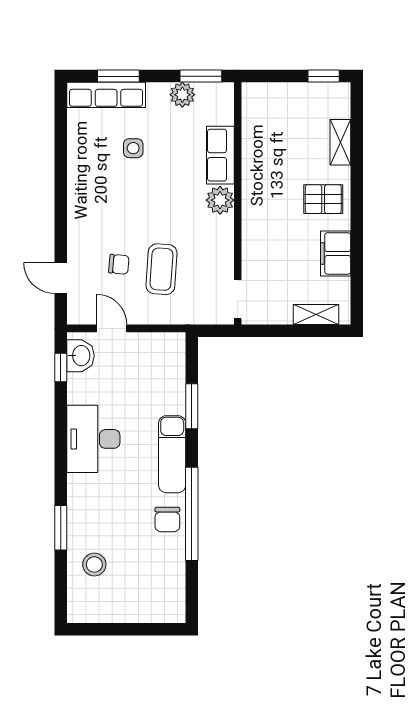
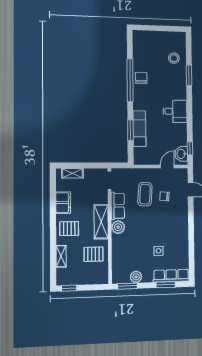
pallet: (273, 145) -> (94, 254), added
row of seats: (220, 155) -> (118, 206), moved
shelving: (256, 212) -> (101, 222), added
door: (112, 328) -> (167, 166), swing flipped
desk: (93, 439) -> (175, 111), width x0.73
exam couch: (172, 454) -> (139, 129), moved

